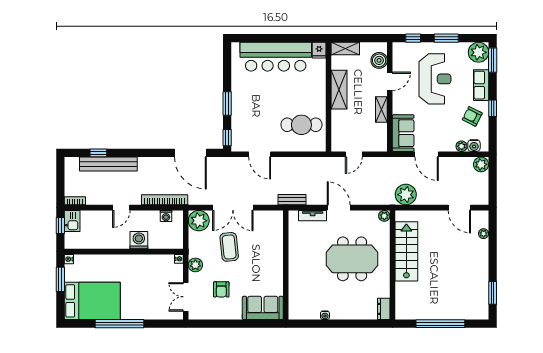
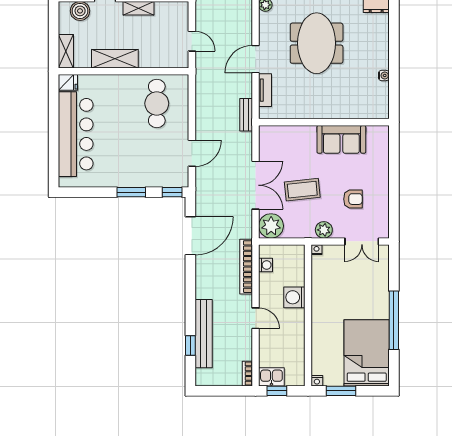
sofa: (263, 308) -> (341, 139), moved, turned -90

